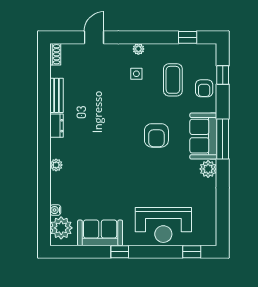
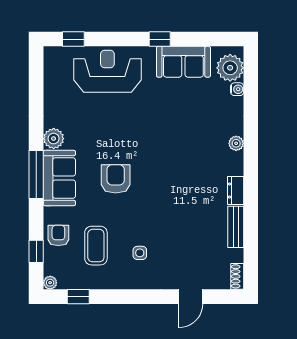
plant: (138, 49) -> (50, 283), moved

